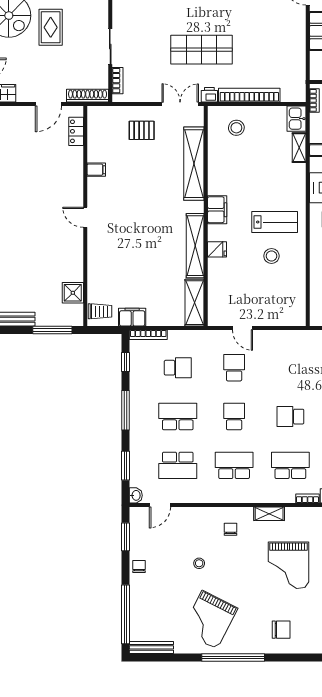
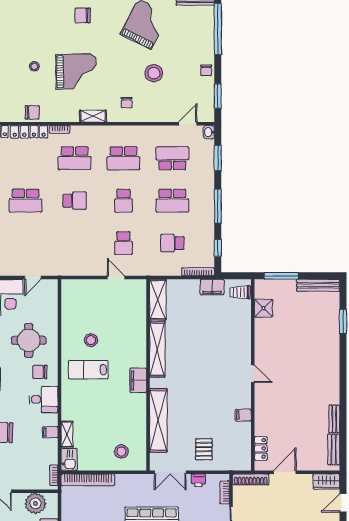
printer: (209, 95) -> (198, 480), moved
bookcase: (249, 95) -> (88, 480), moved
pallet: (142, 130) -> (204, 449), turned 90
fridge: (217, 249) -> (138, 346), removed
stool: (199, 563) -> (154, 73), width x1.89, depth x1.89
grand piano: (289, 565) -> (76, 71), turned 89

